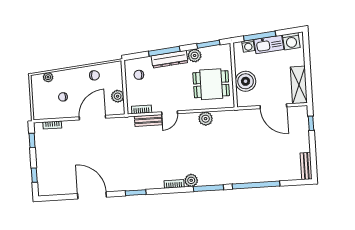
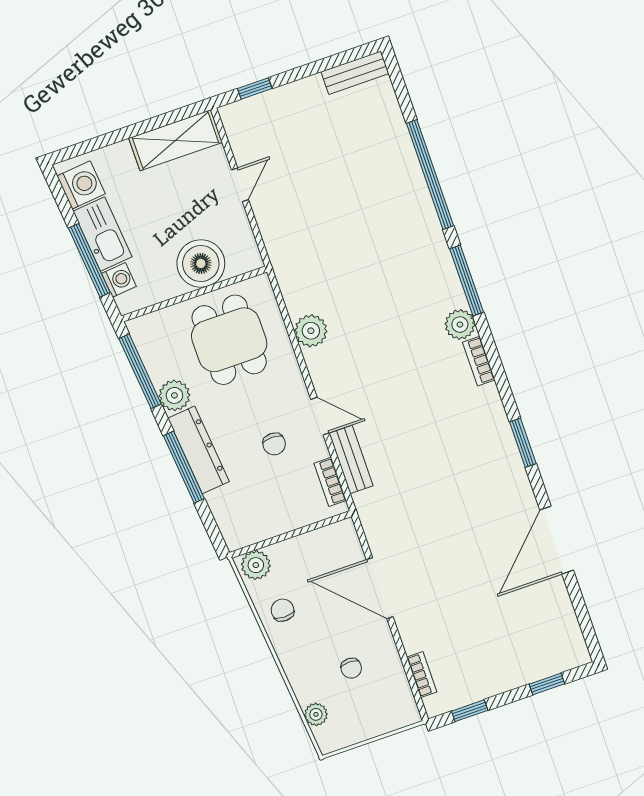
window: (208, 44) -> (140, 371), width x1.44
chair: (139, 75) -> (274, 444), moved
plant: (118, 96) -> (256, 565), moved
door: (273, 106) -> (240, 185), width x0.53

